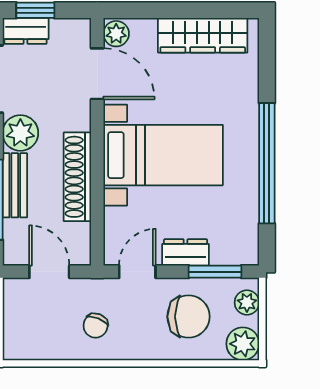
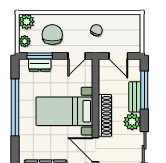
shoe rack: (77, 177) -> (105, 115), moved
dresser: (186, 252) -> (40, 65), moved
chair: (189, 317) -> (52, 35), turned 90

